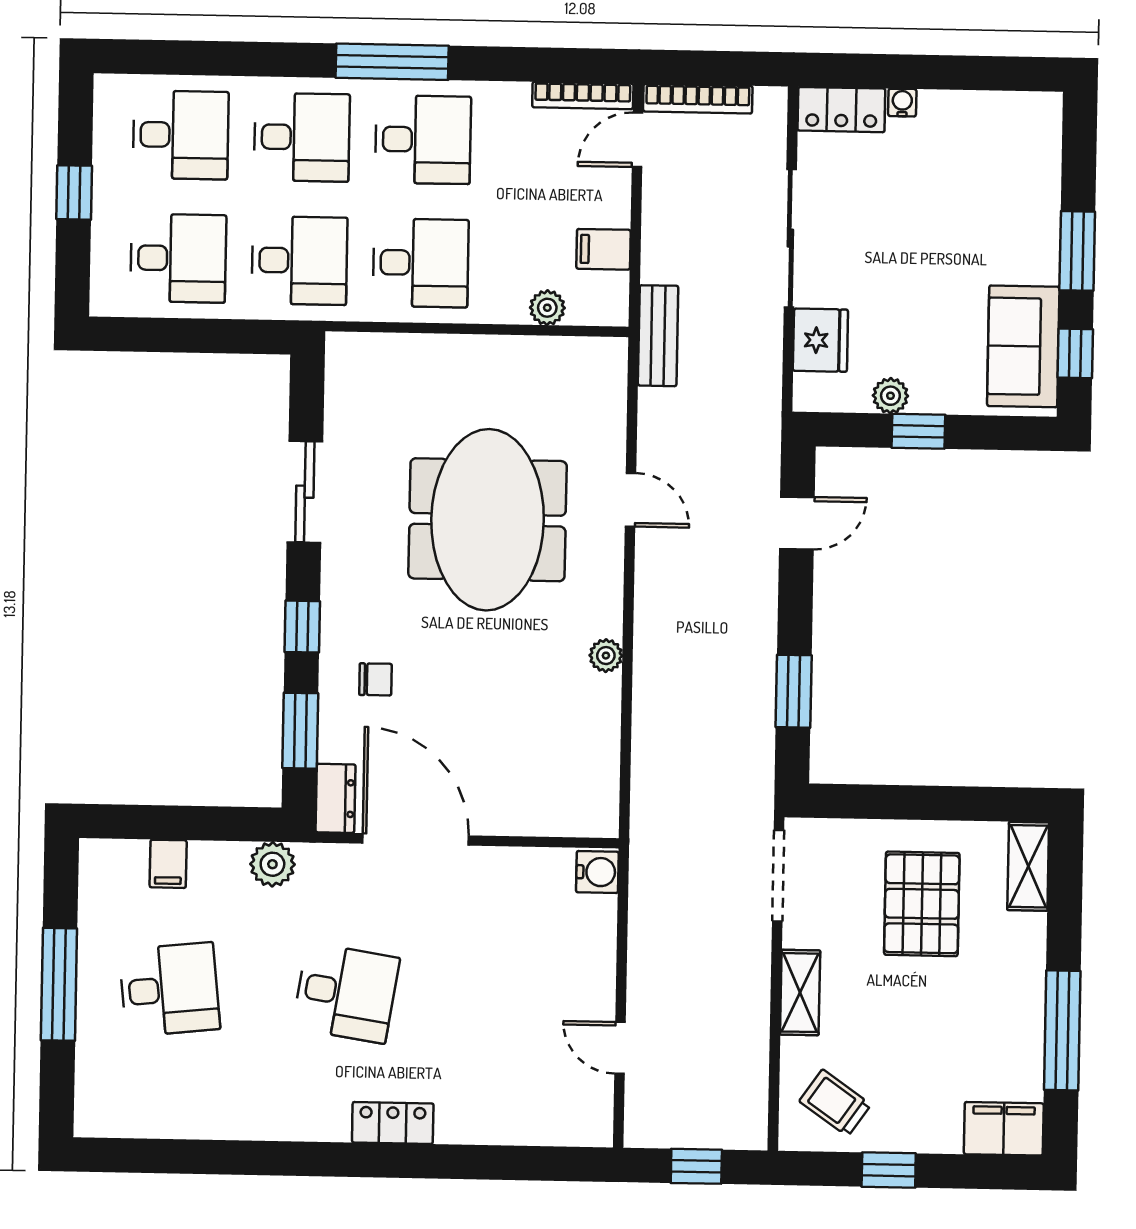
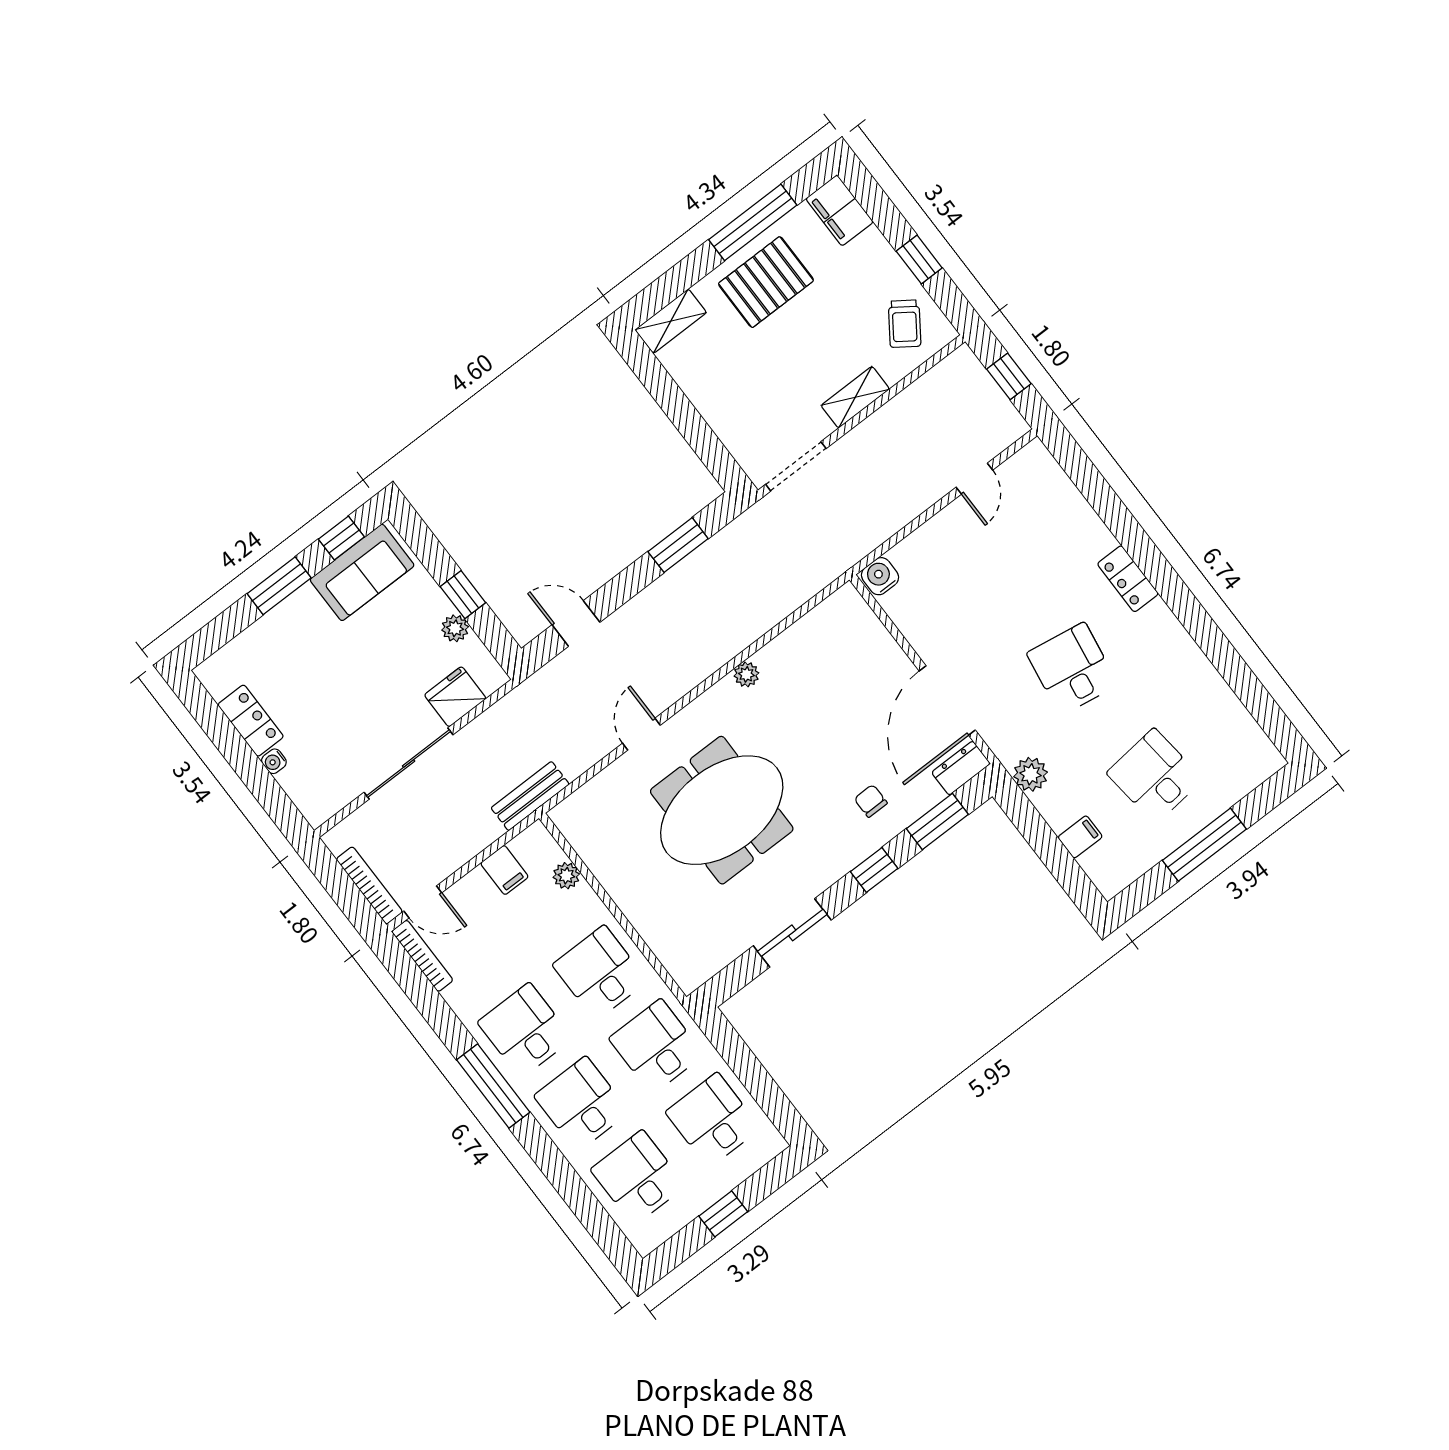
locker: (841, 110) -> (251, 721), moved
pallet: (922, 904) -> (766, 282), moved

